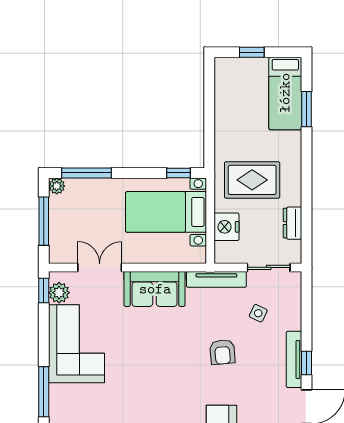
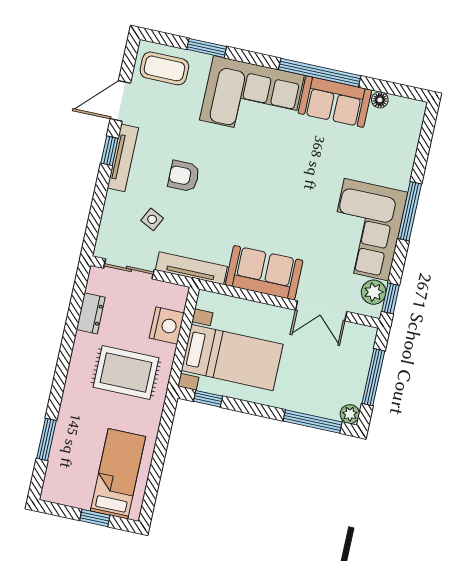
bed: (285, 93) -> (118, 474), moved
armchair: (222, 352) -> (184, 176), moved, turned -85
window: (44, 392) -> (410, 211), moved

